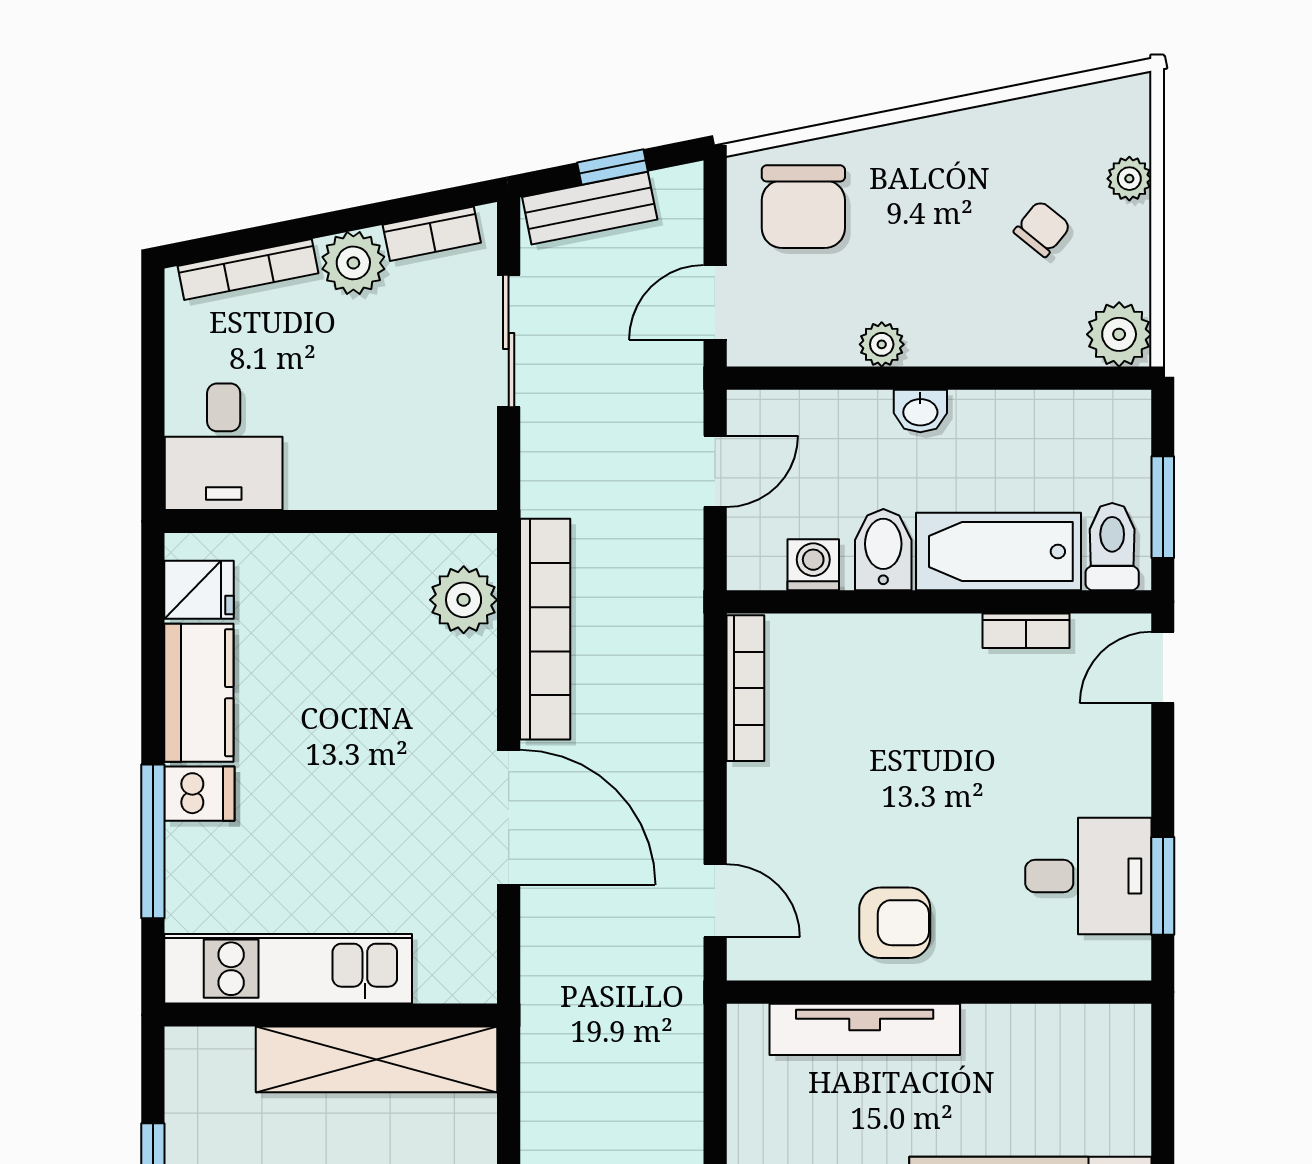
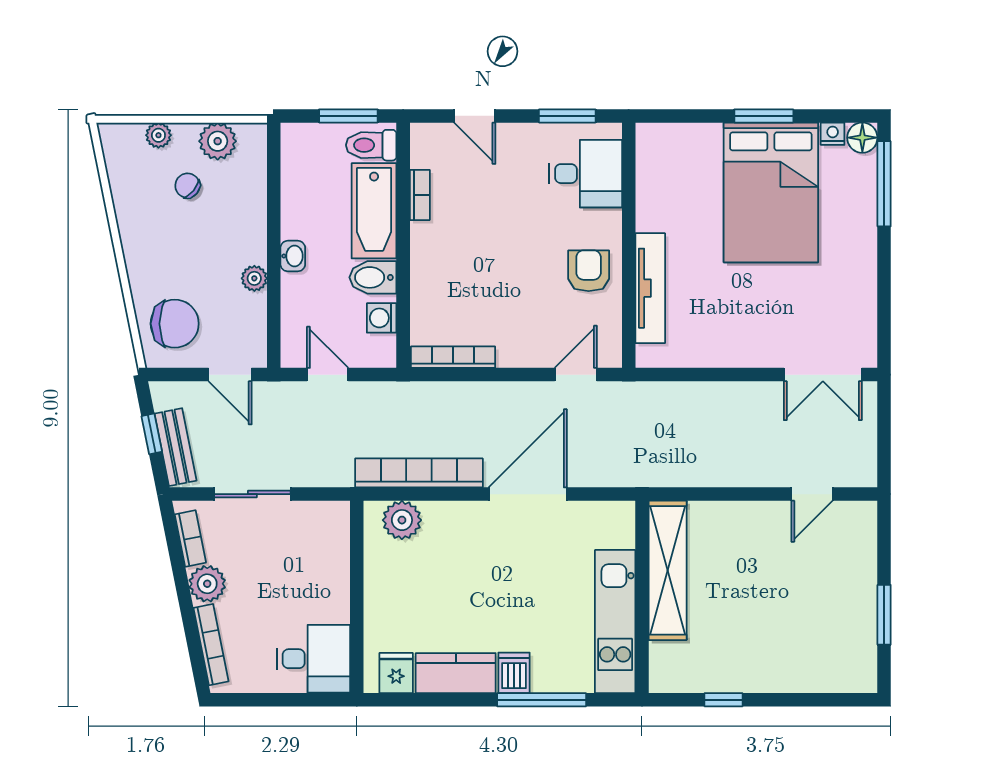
plant: (1119, 334) -> (218, 141), moved
door: (1163, 668) -> (475, 116), moved
desk: (1088, 876) -> (586, 174), moved, turned 90

